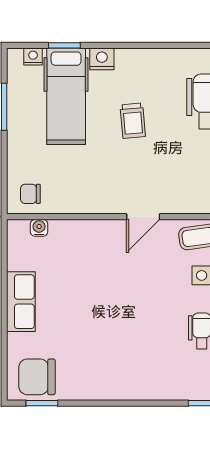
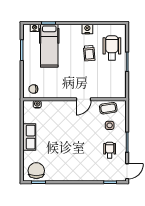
nightstand: (102, 59) -> (87, 29), moved
trolley: (133, 121) -> (89, 53), moved
chair: (37, 377) -> (36, 171), turned 90

